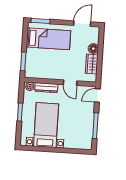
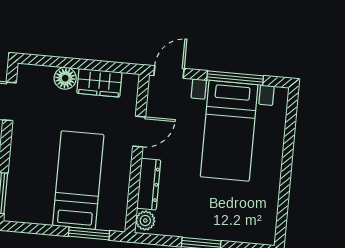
bed: (48, 39) -> (78, 180), moved
door: (97, 95) -> (169, 72), swing flipped
bed with nightstands: (46, 125) -> (229, 131), moved, turned -90

